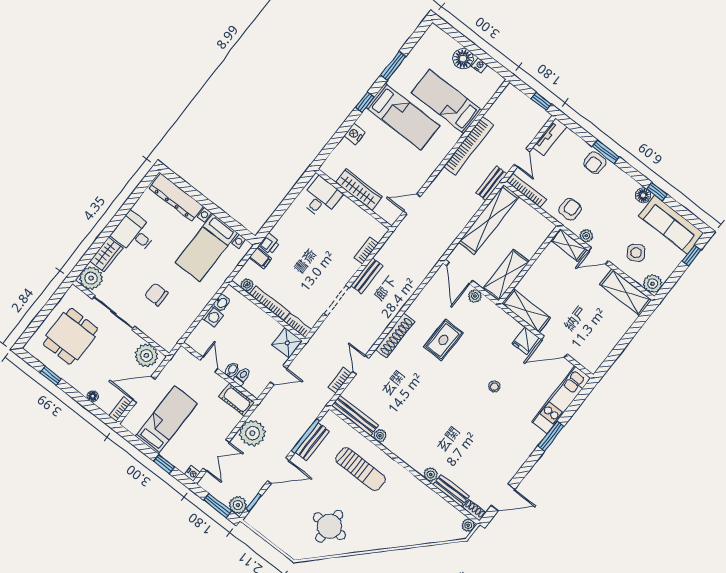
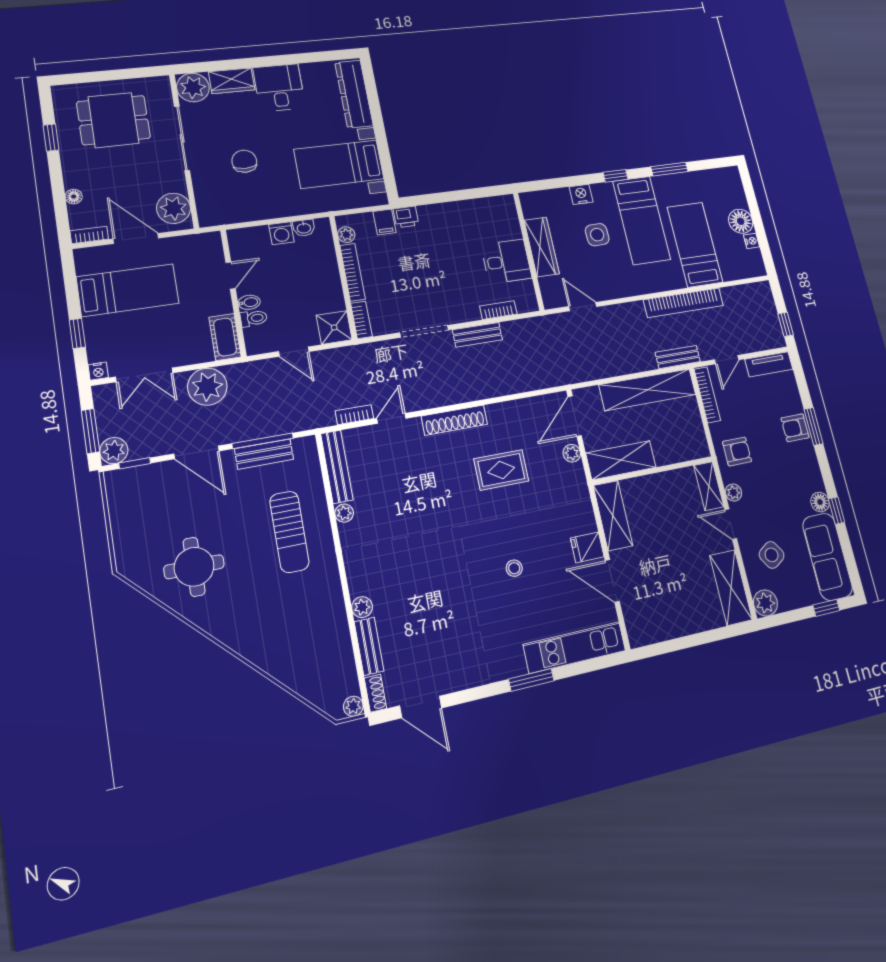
side table: (384, 151) -> (597, 235), added
desk: (321, 198) -> (506, 261), moved

